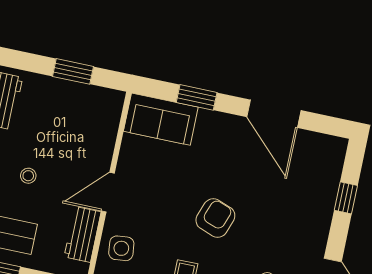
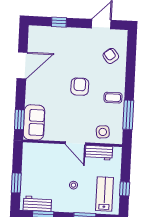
window: (73, 71) -> (16, 183), moved
window: (197, 97) -> (19, 120), moved
armchair: (215, 218) -> (80, 87), turned 70

